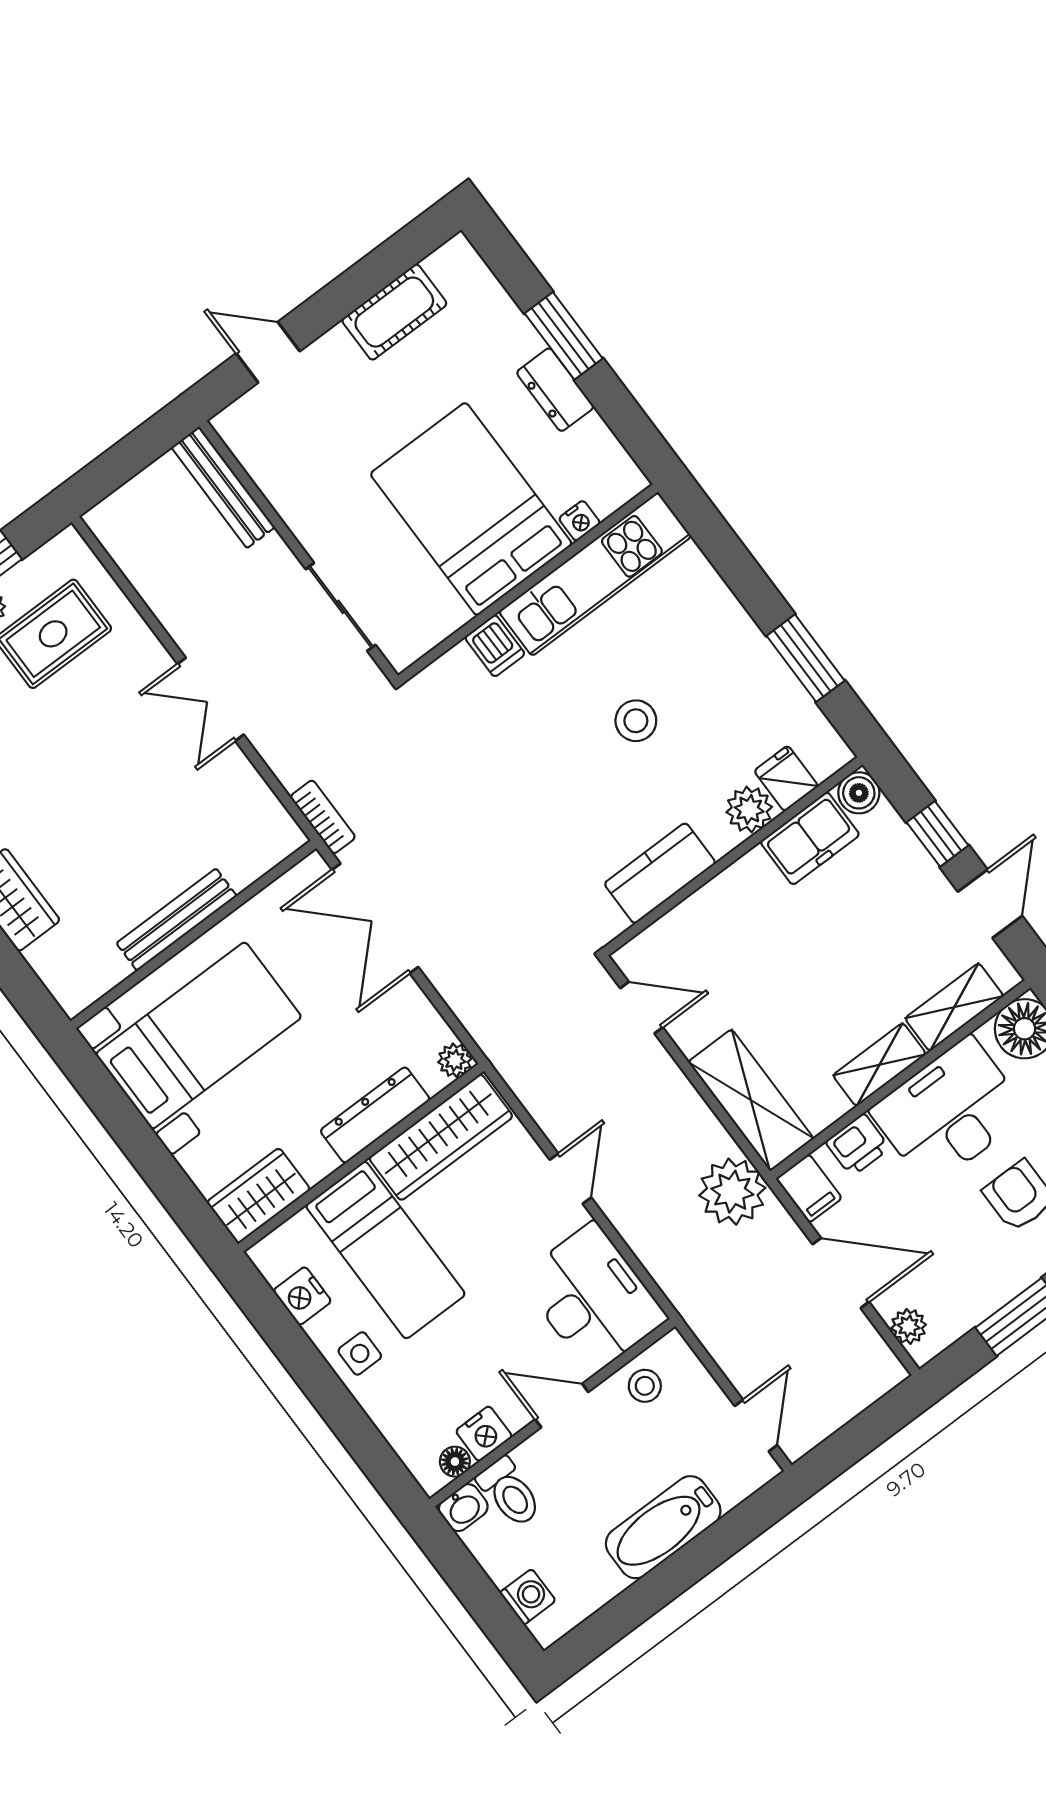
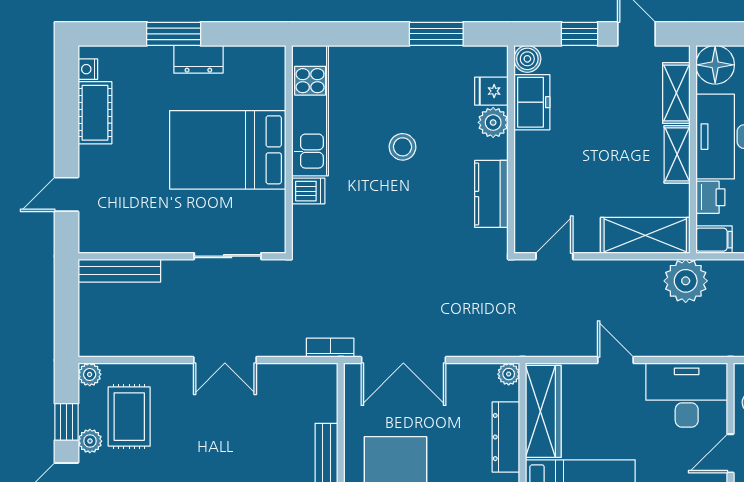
nightstand: (579, 521) -> (88, 69), moved, turned 180
plant: (68, 547) -> (90, 374), added

